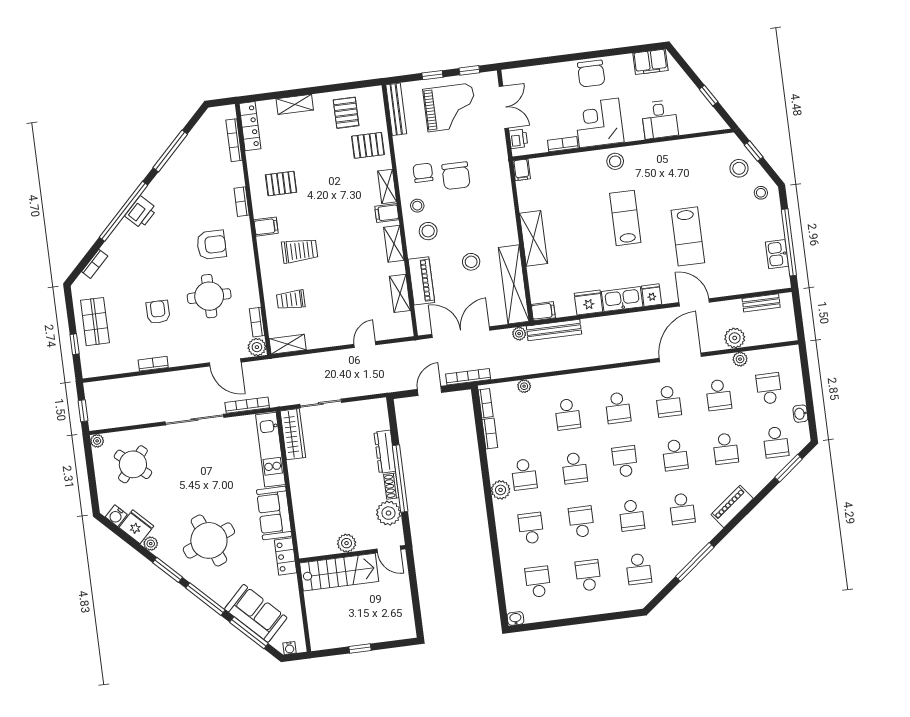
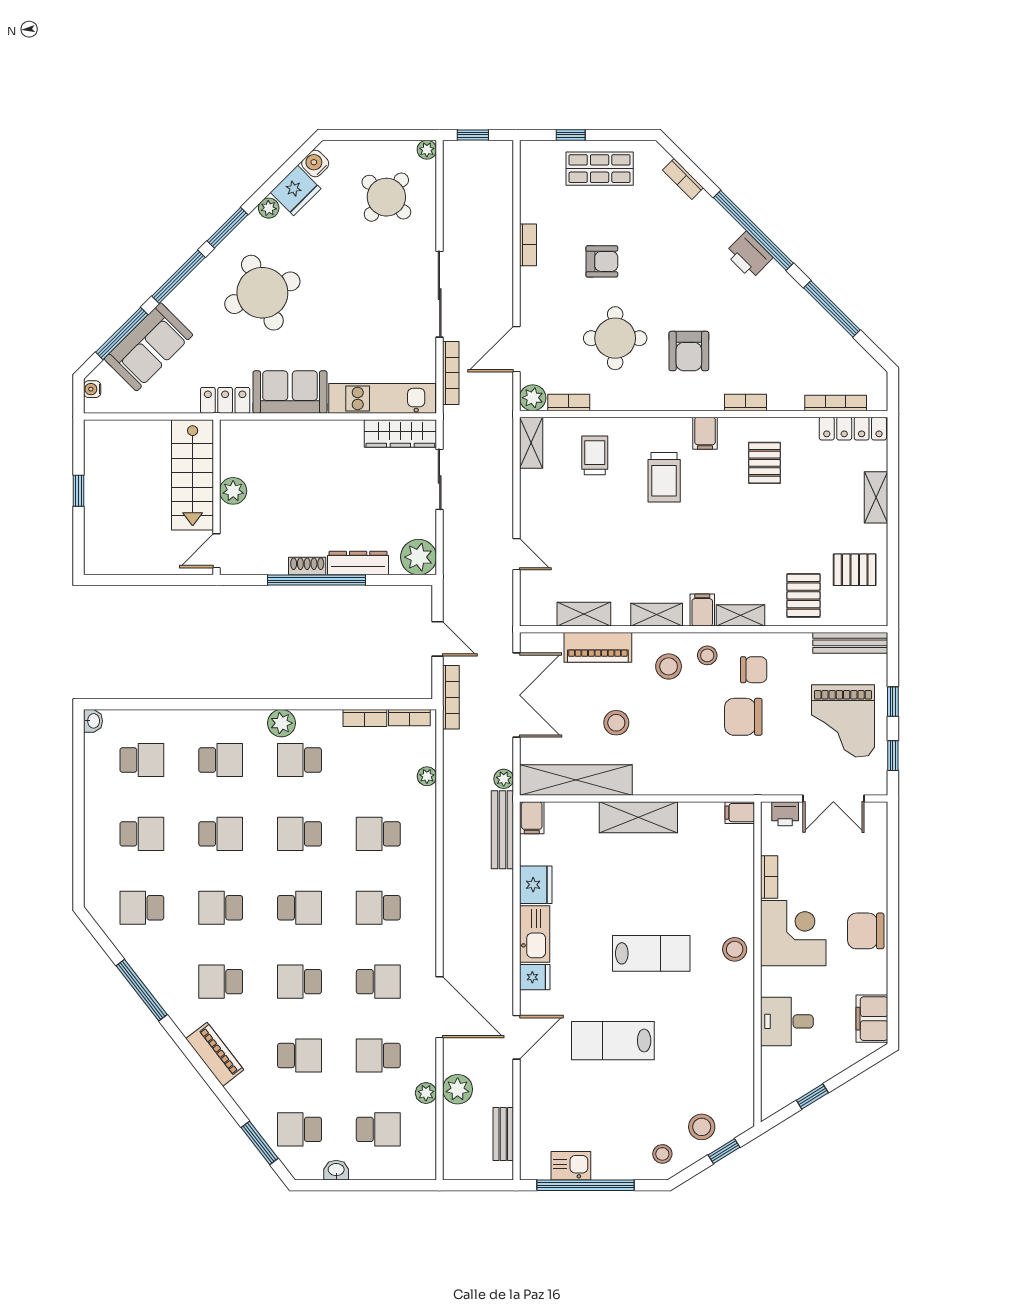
school desk: (668, 401) -> (378, 982), turned 180
school desk: (725, 449) -> (299, 1055), turned 180
plant: (389, 513) -> (419, 557), moved

